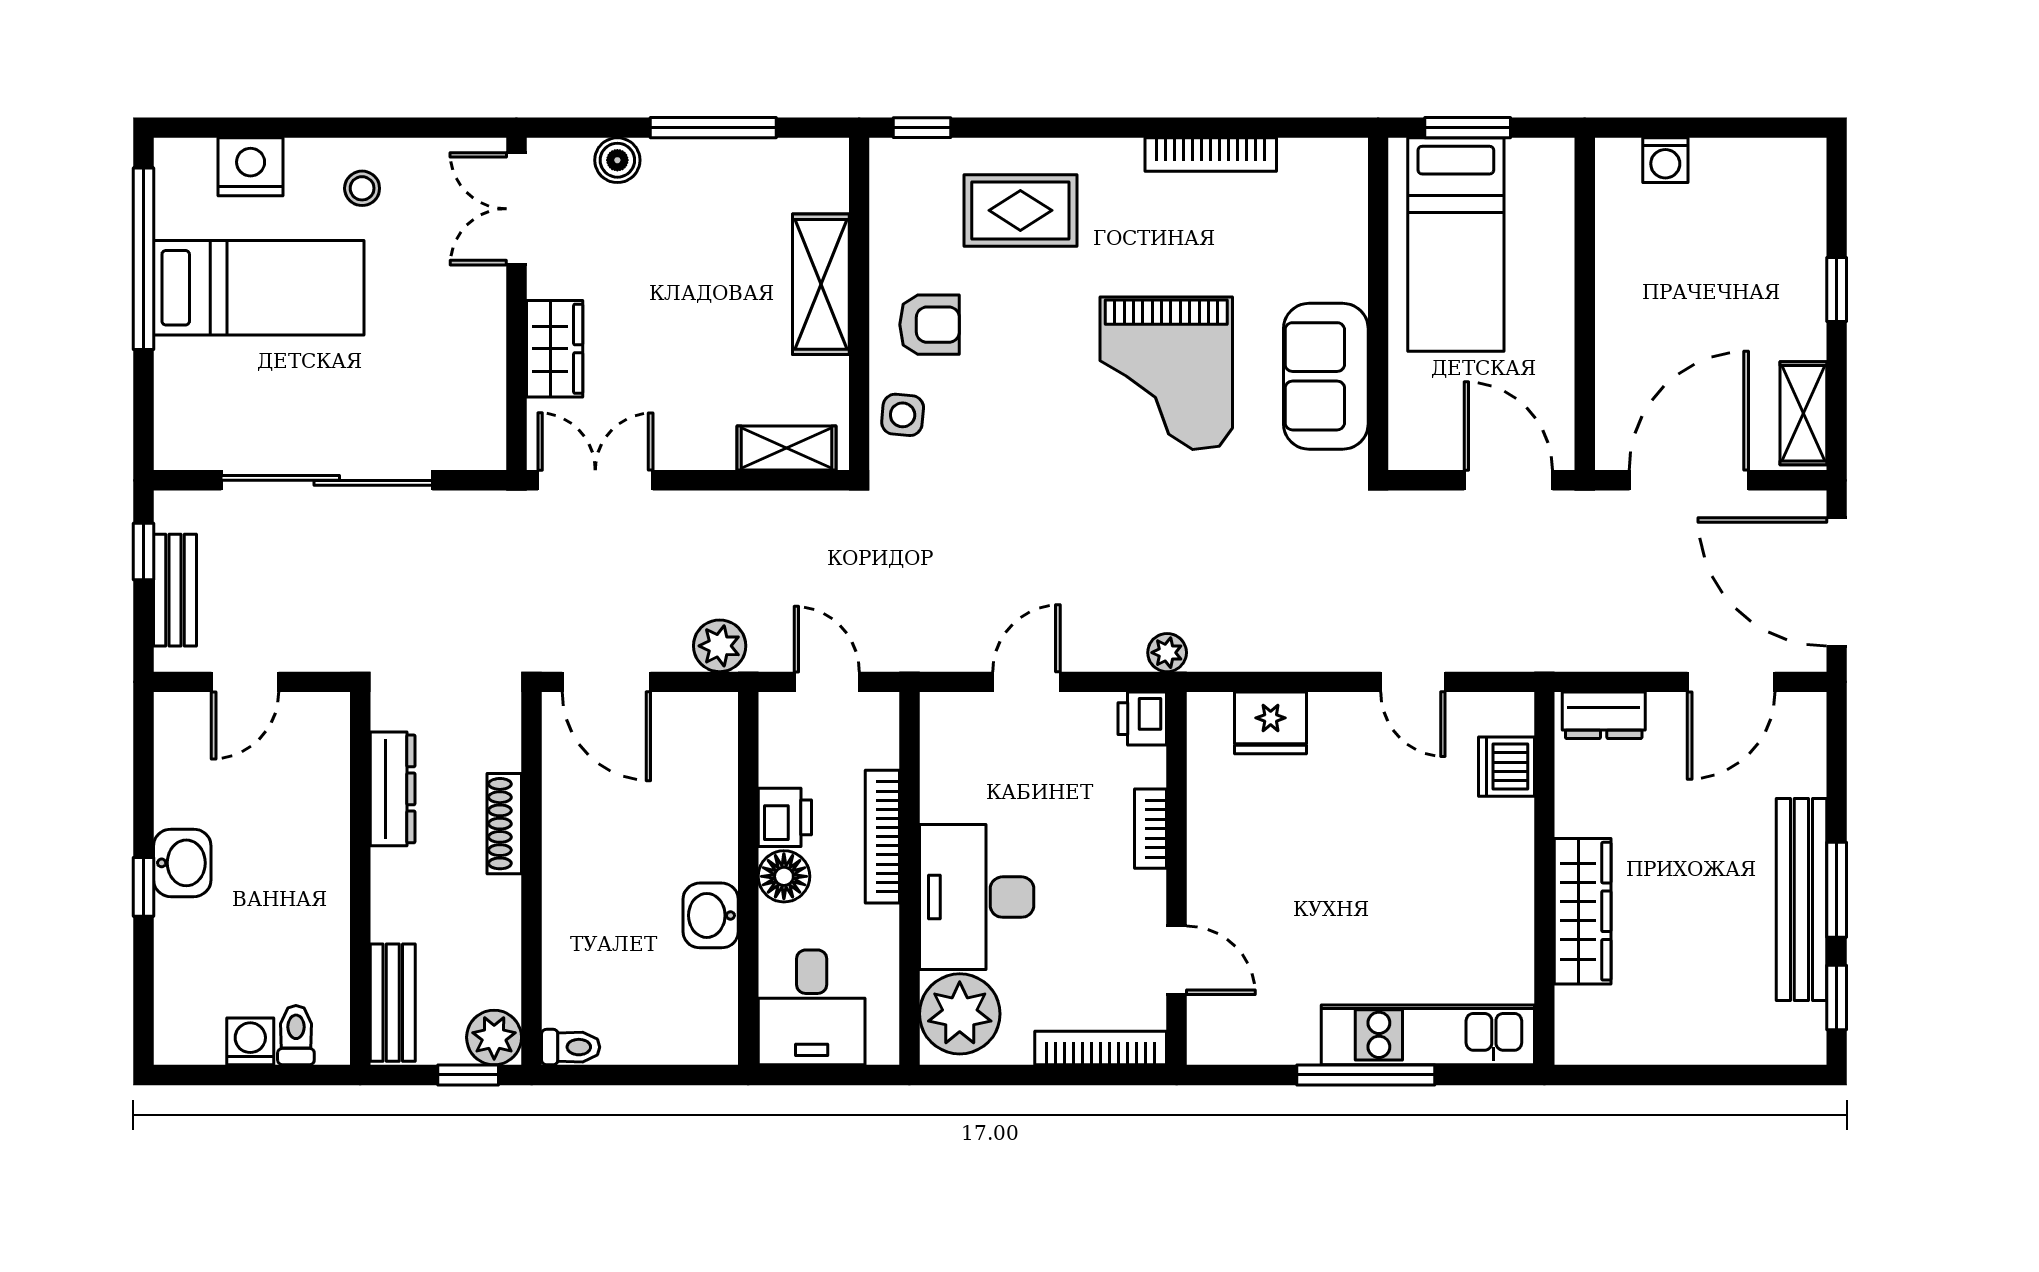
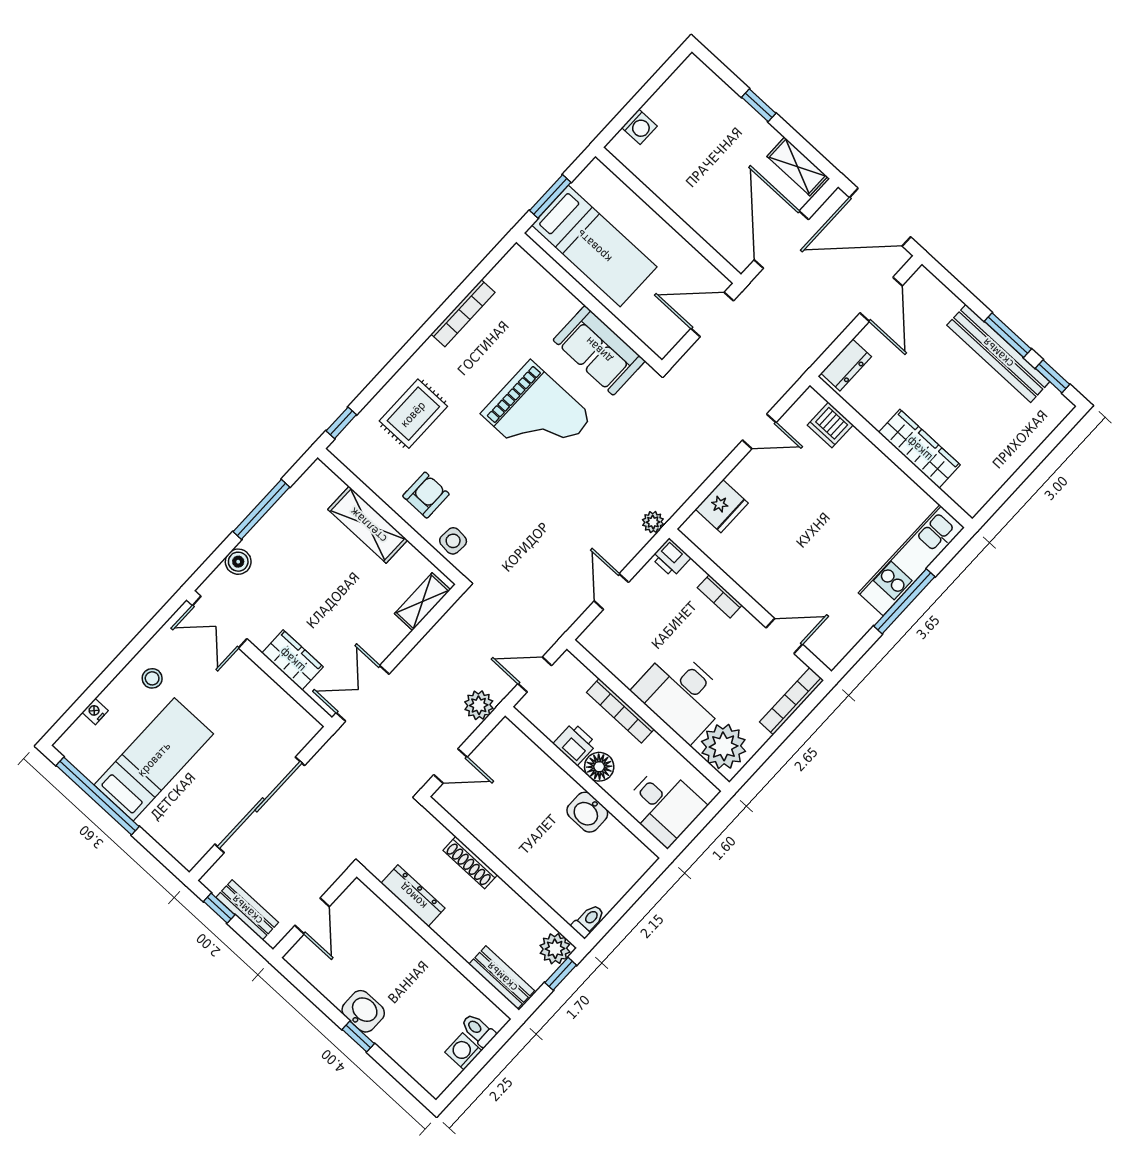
nightstand: (251, 167) -> (95, 711), width x0.53, depth x0.56
door: (606, 682) -> (450, 766), width x0.73

